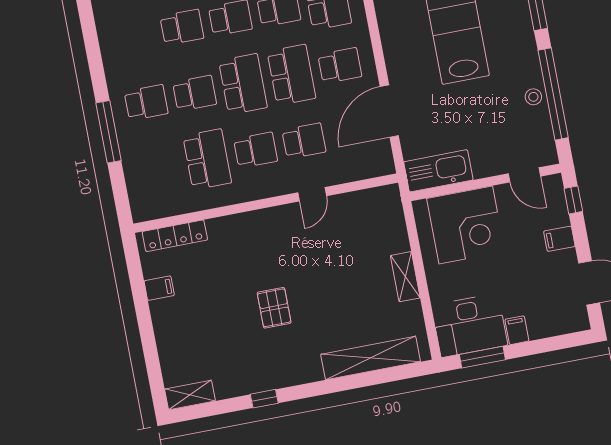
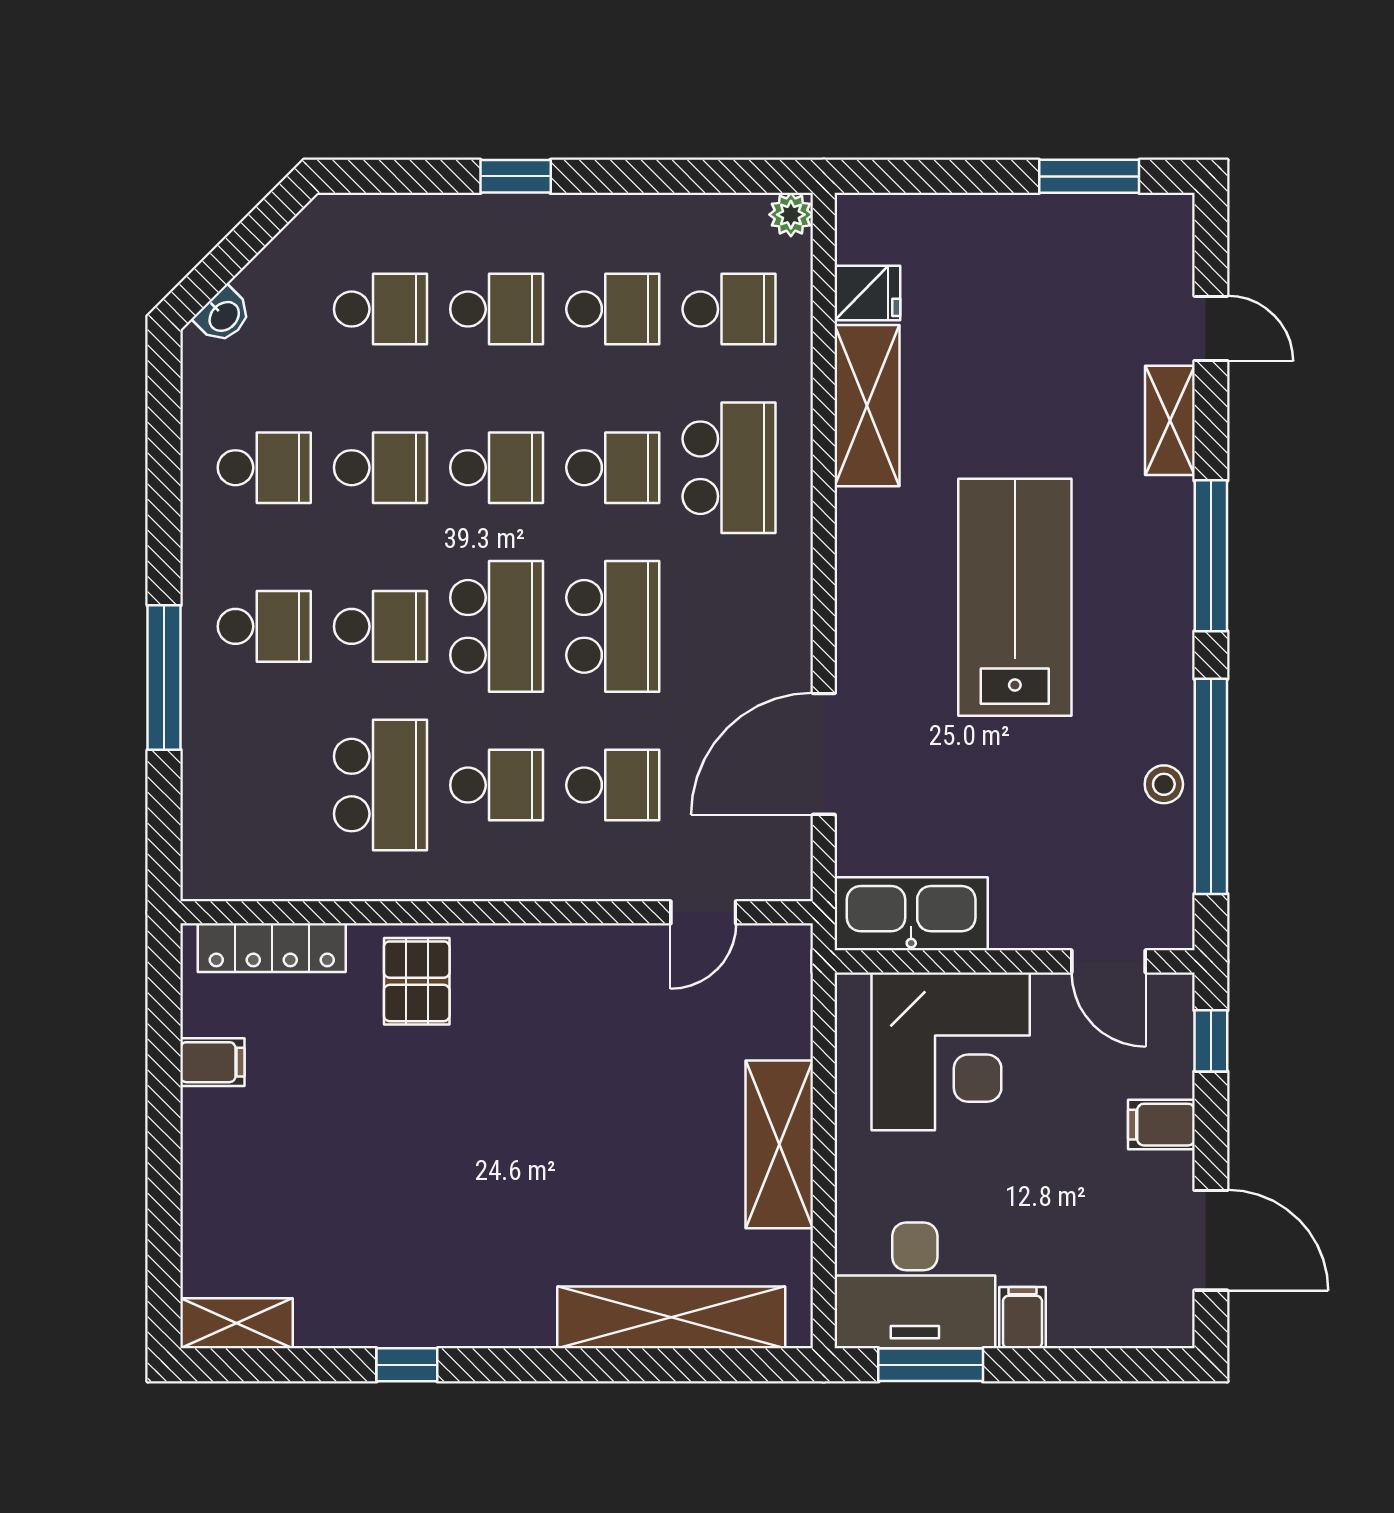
school desk: (340, 66) -> (264, 468), moved
door: (312, 194) -> (703, 912), moved
shelving: (405, 277) -> (779, 1144), width x1.50, depth x1.33
pallet: (274, 308) -> (417, 981), moved

